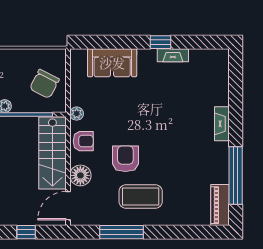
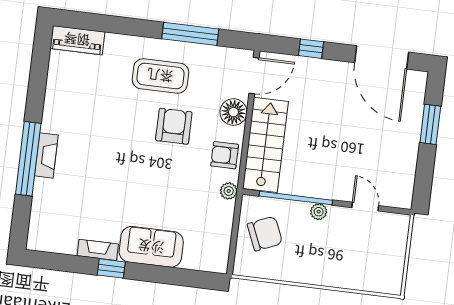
sofa: (112, 63) -> (151, 247), moved
chair: (44, 84) -> (265, 234), turned 40
armchair: (125, 159) -> (174, 126), turned 180
window: (236, 175) -> (28, 159), moved
piano: (220, 205) -> (77, 40), moved, turned 90

